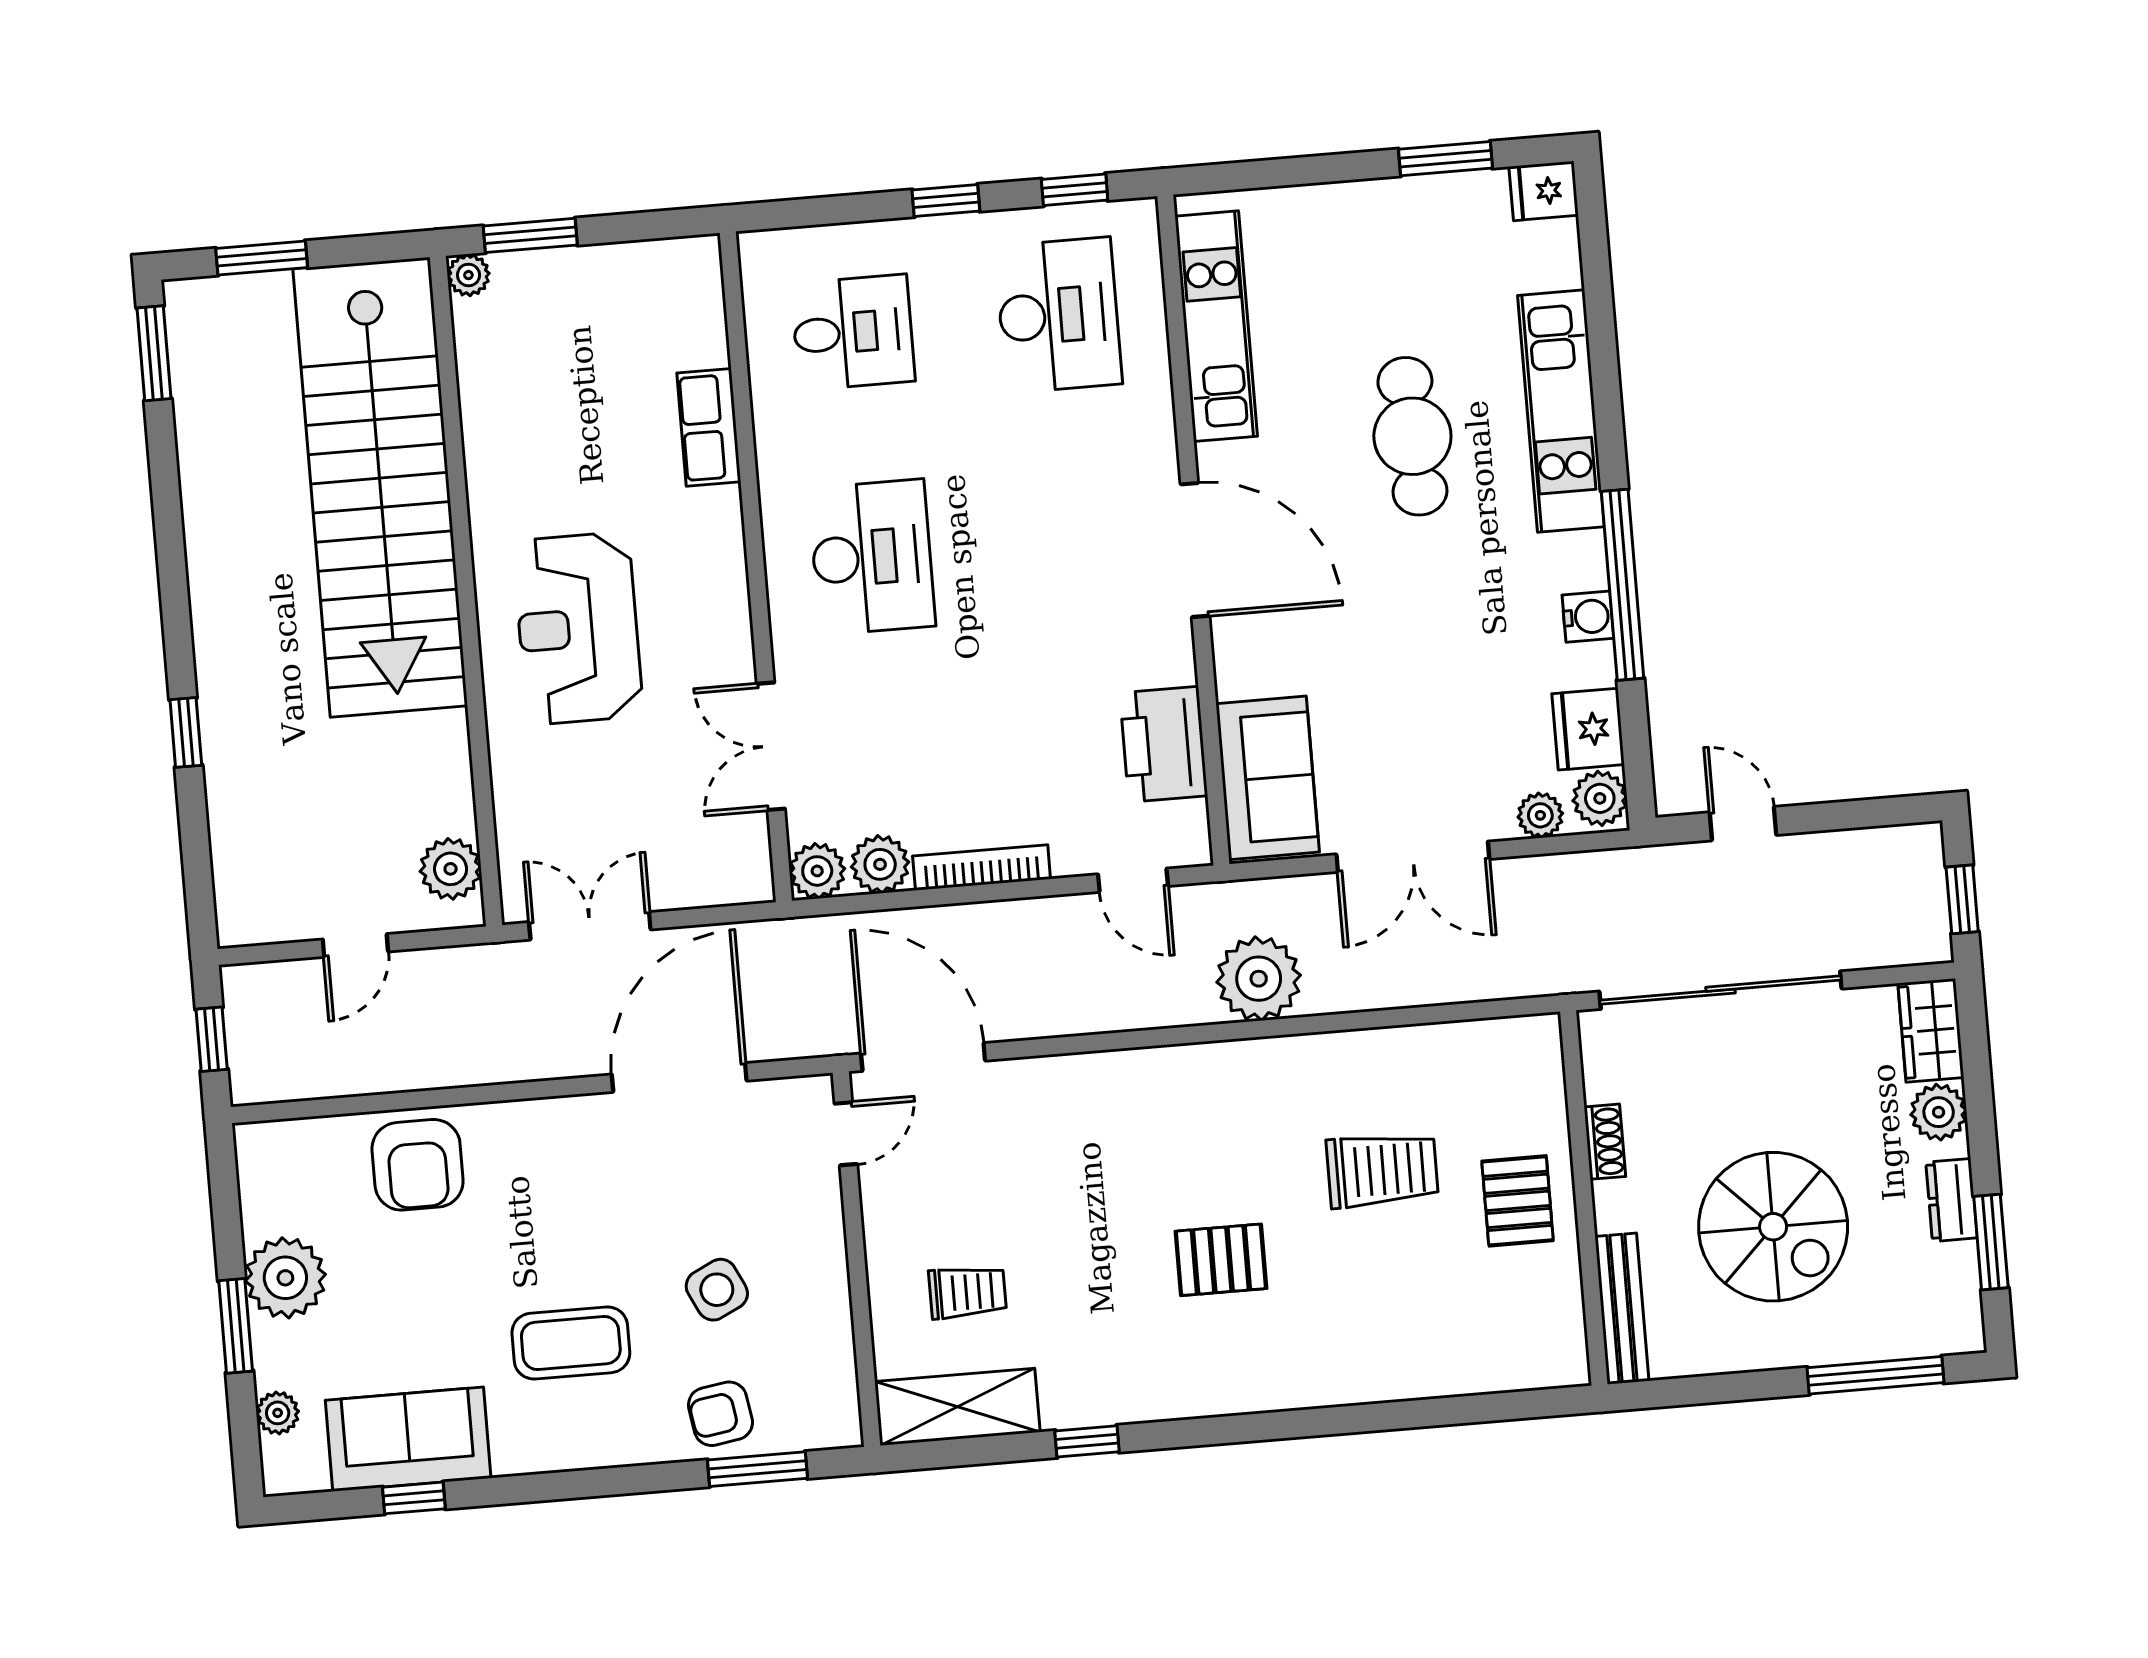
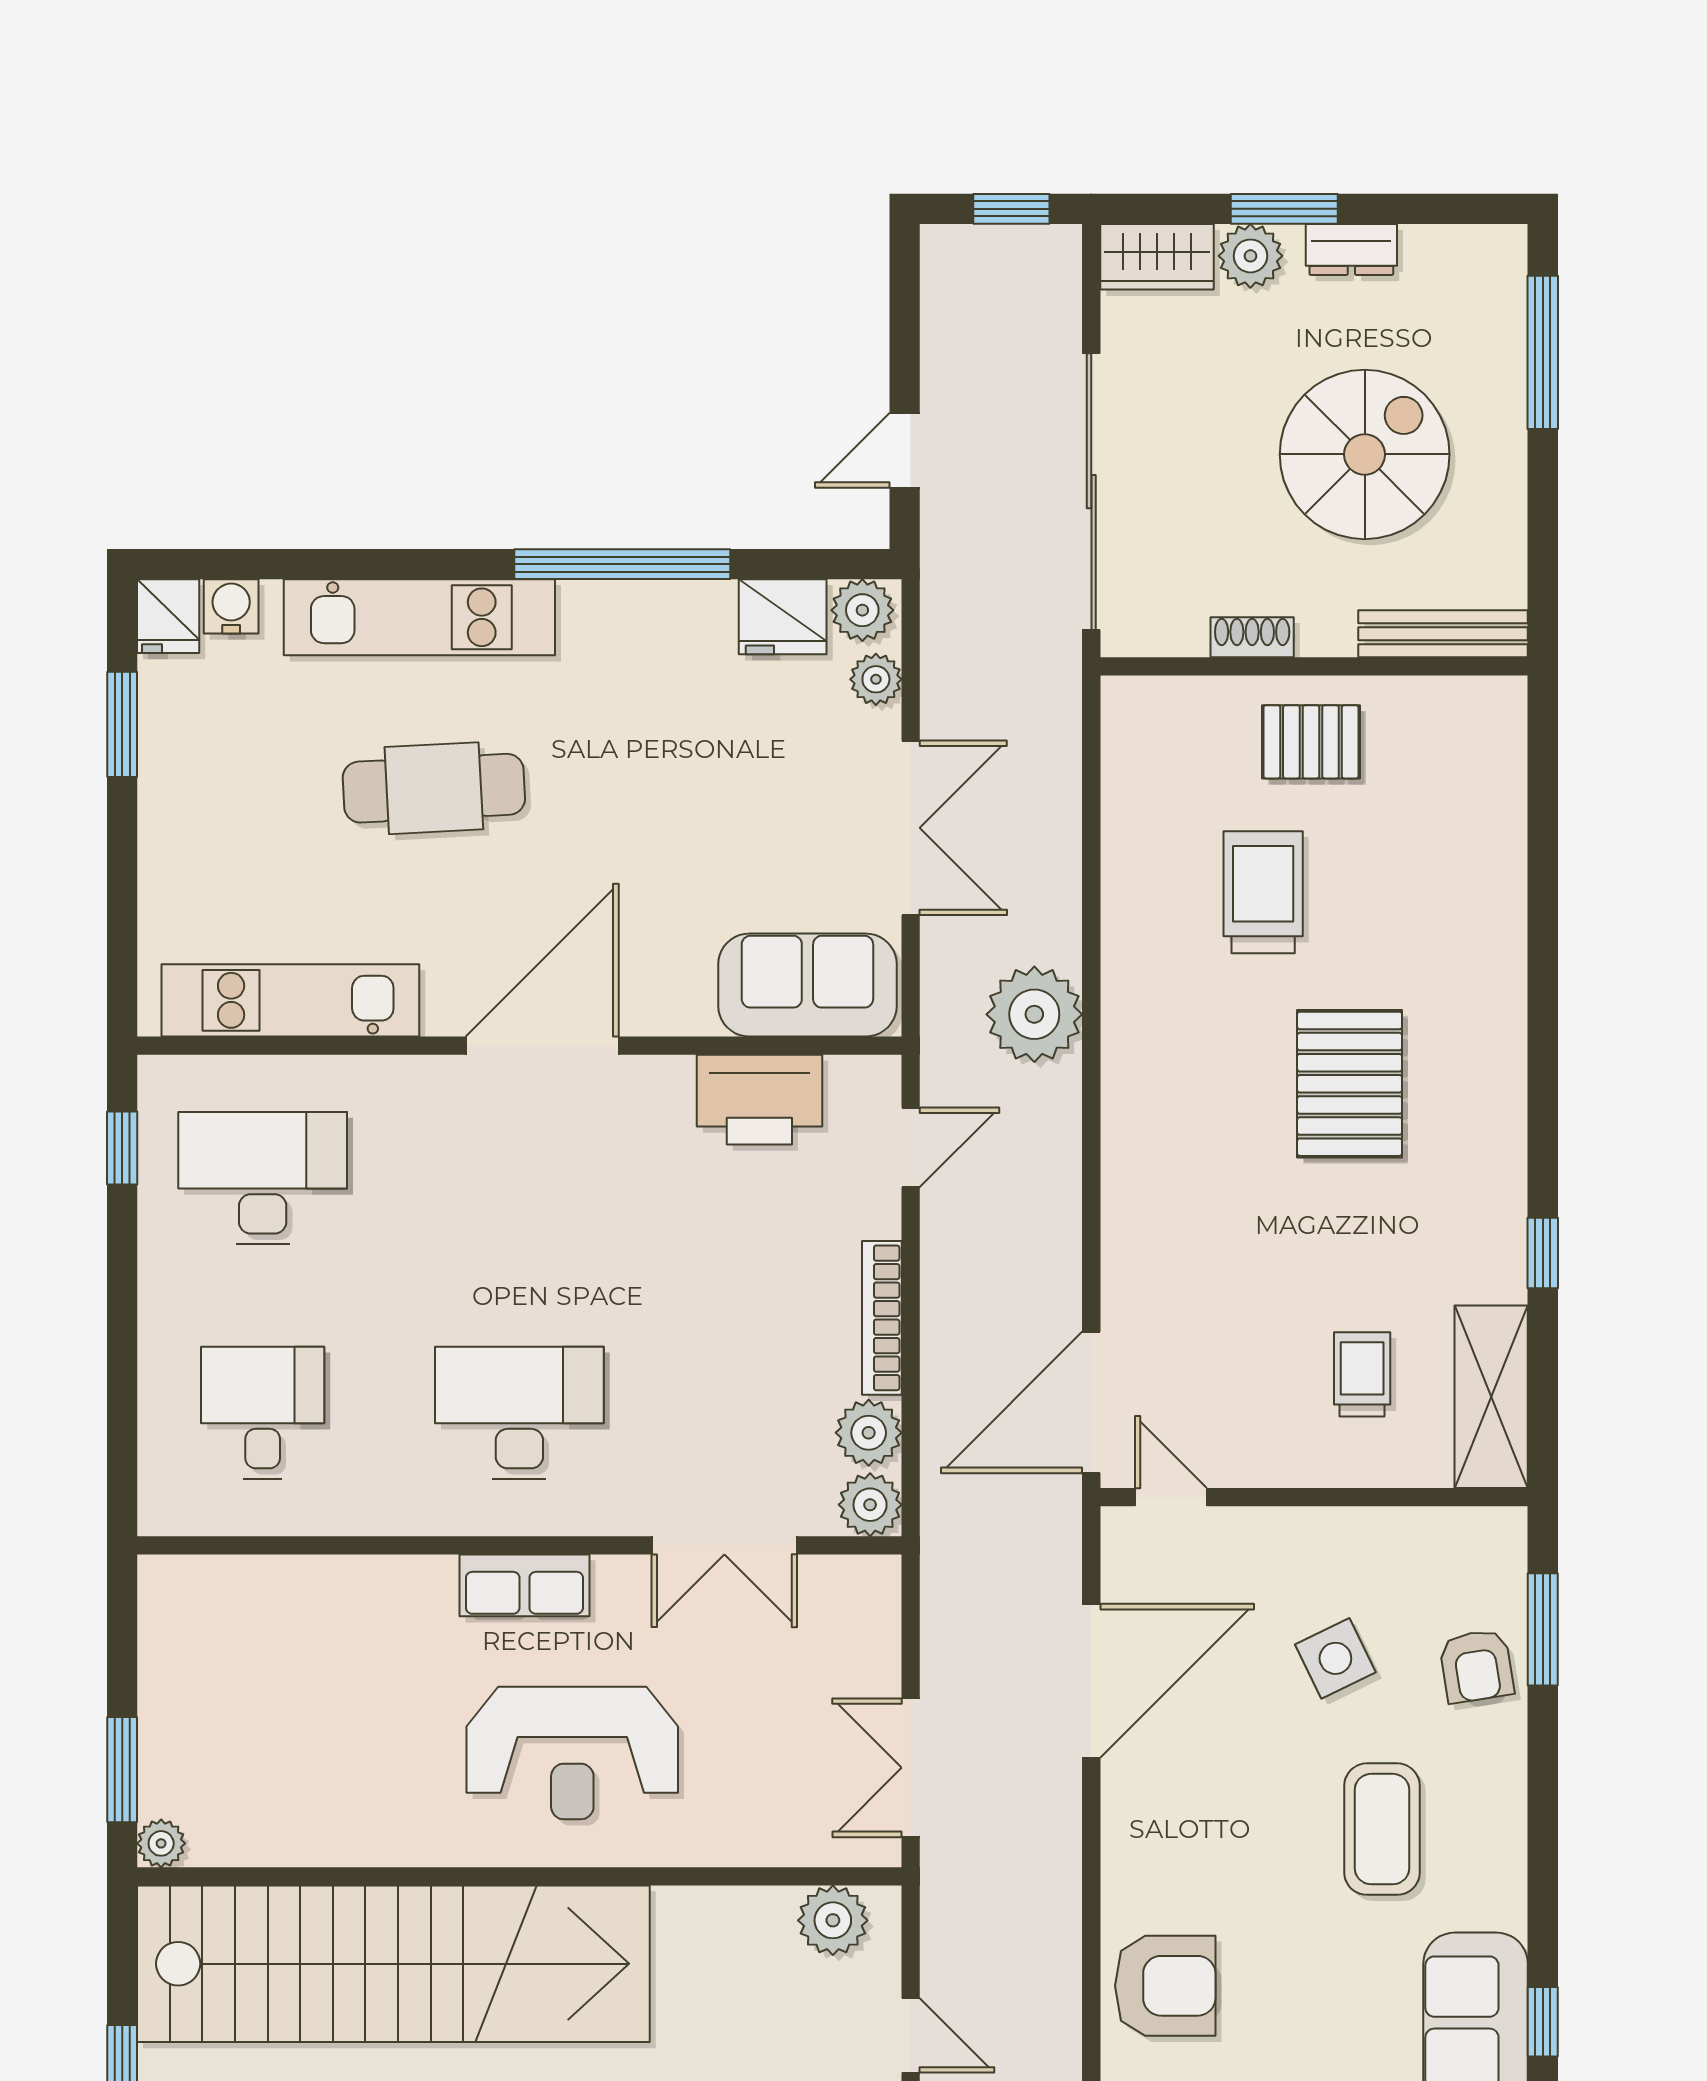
window: (946, 201) -> (122, 1295), removed
row of seats: (709, 427) -> (524, 1585), moved
water cooler: (1588, 617) -> (231, 606), moved
door: (679, 1078) -> (1091, 1681), swing flipped
window: (1991, 1242) -> (1284, 209), moved
pallet: (1221, 1260) -> (1350, 1084), width x1.50, depth x1.42

